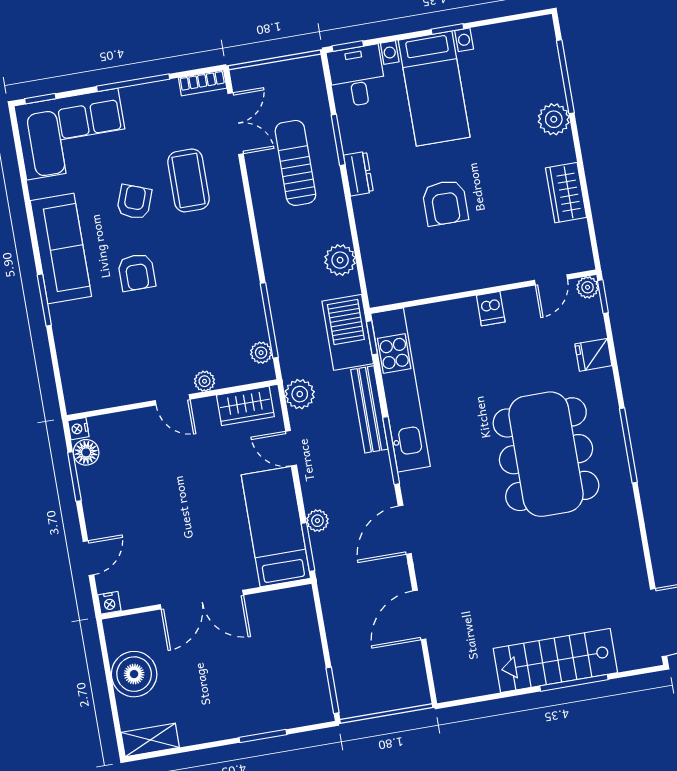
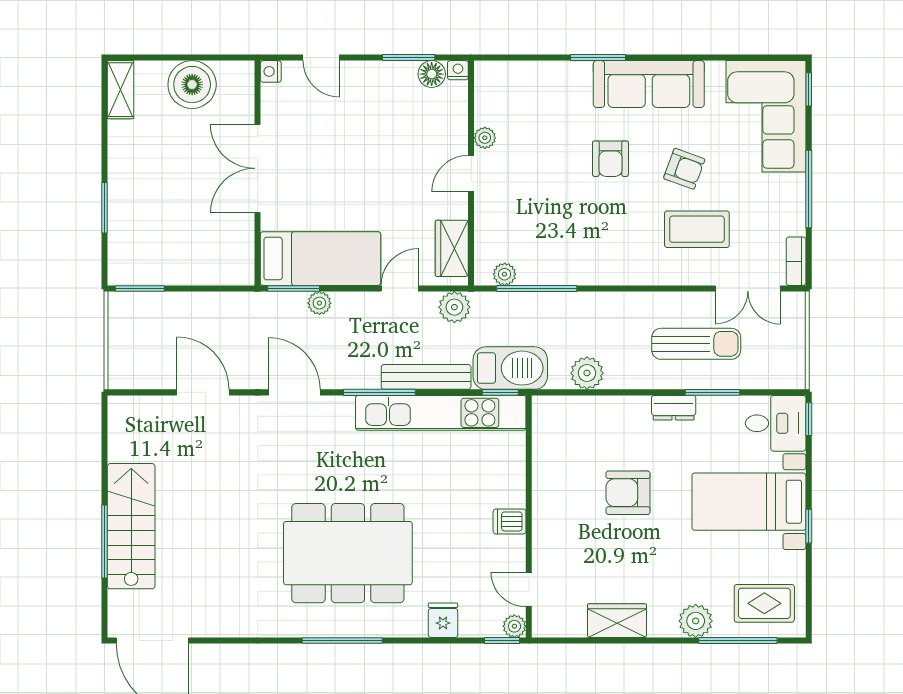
rug: (526, 58) -> (764, 603), added
armchair: (137, 272) -> (610, 159), turned -90
plant: (205, 381) -> (485, 138), moved

